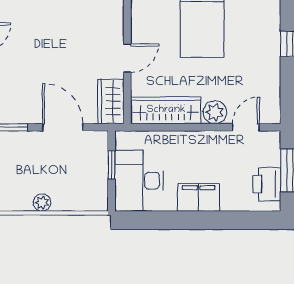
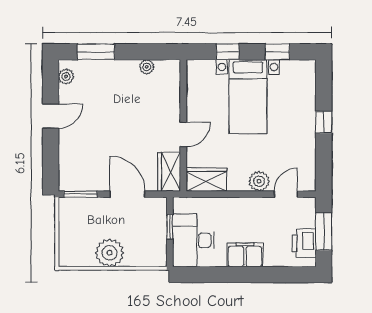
wardrobe: (166, 110) -> (206, 180), width x0.67
plant: (42, 203) -> (110, 253), width x1.88, depth x1.88

